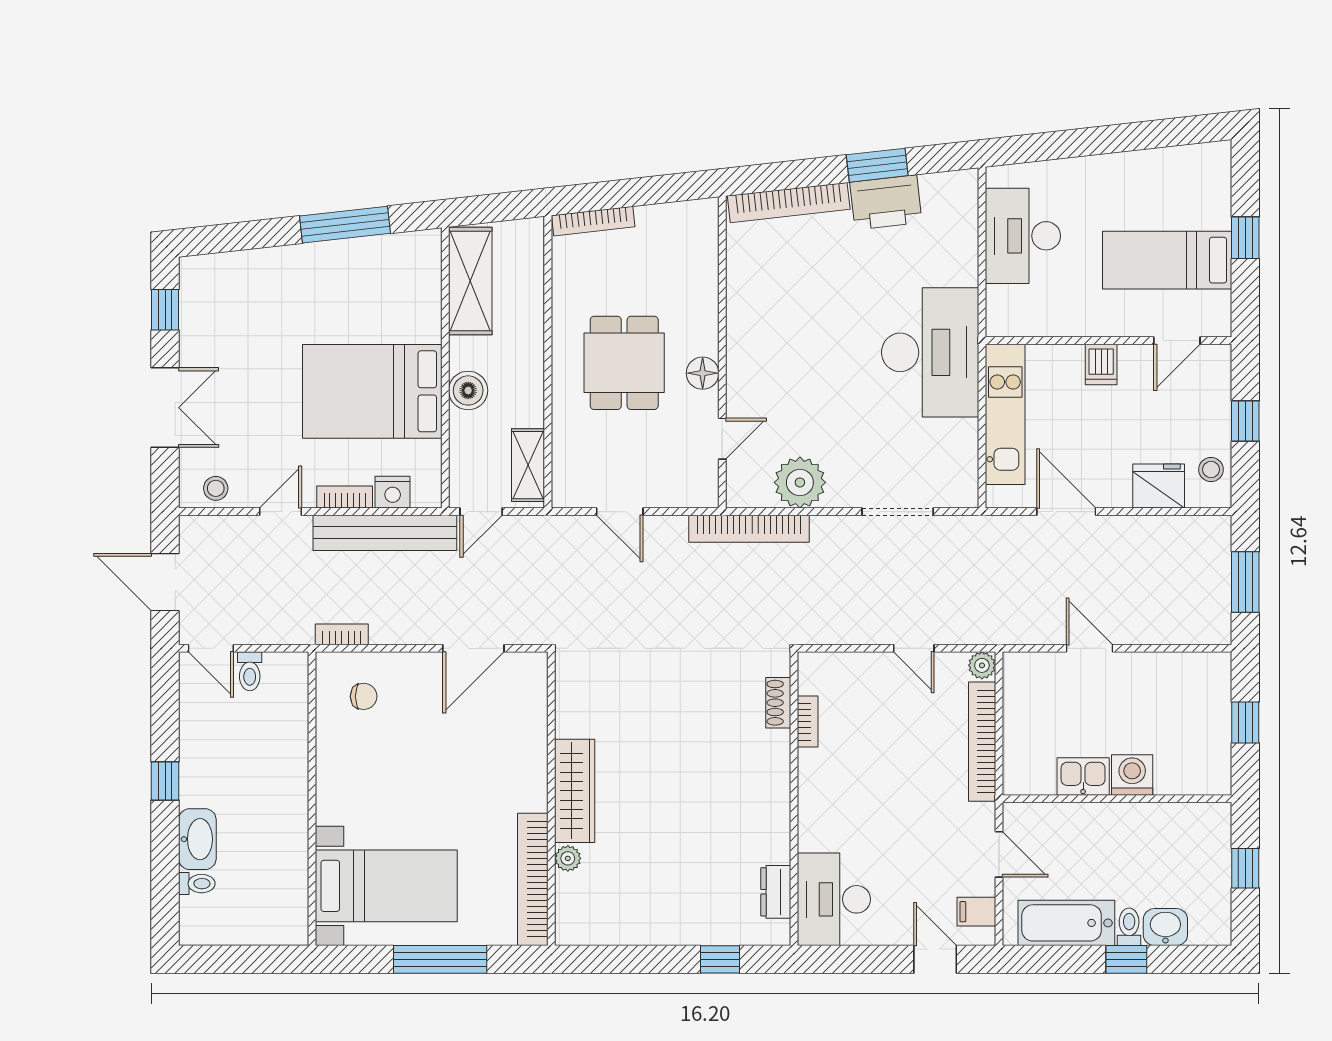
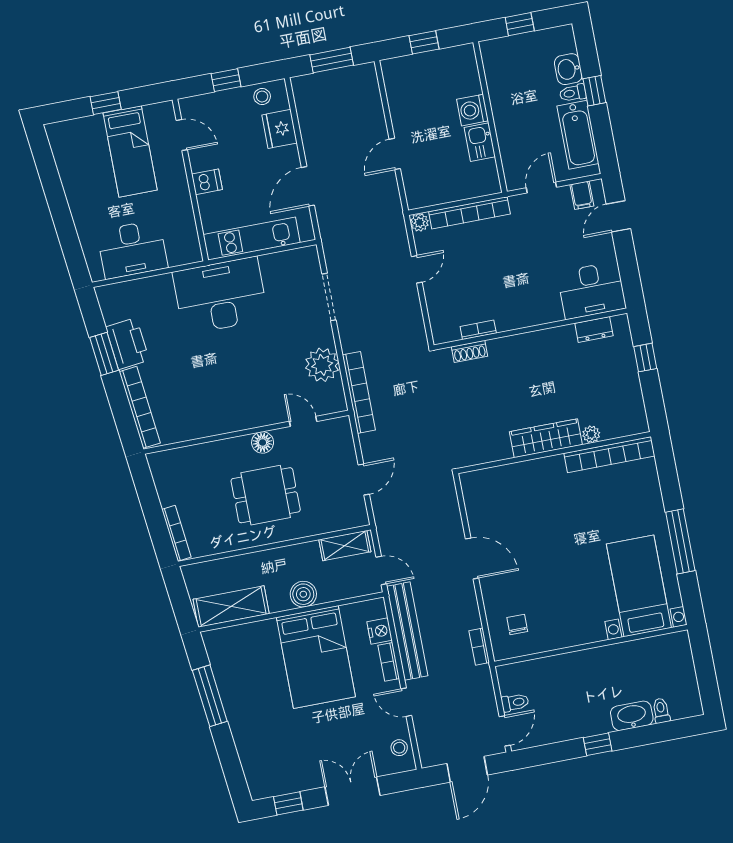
wardrobe: (575, 791) -> (546, 438), moved
wall: (551, 799) -> (554, 453), moved
plant: (568, 858) -> (591, 434), moved
bookcase: (533, 879) -> (609, 455), moved

